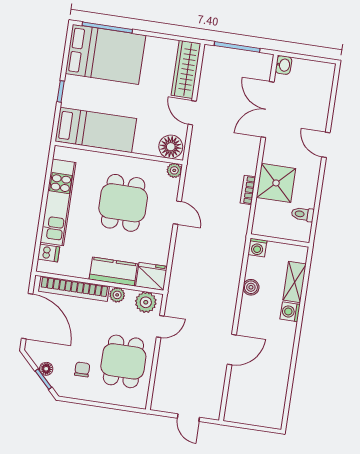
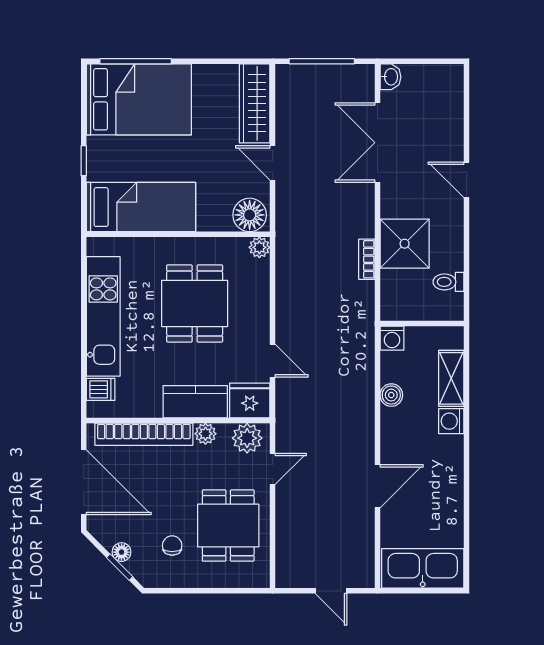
door: (177, 213) -> (273, 361), moved
kitchen sink: (255, 412) -> (423, 568), added

